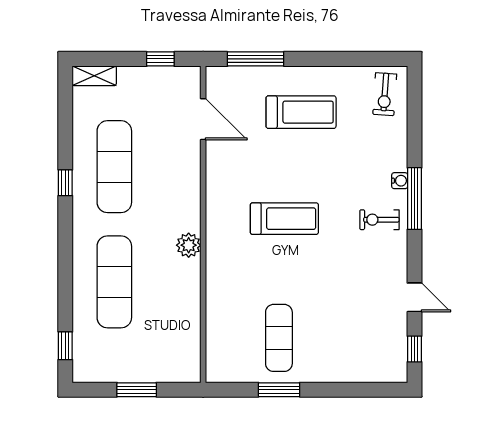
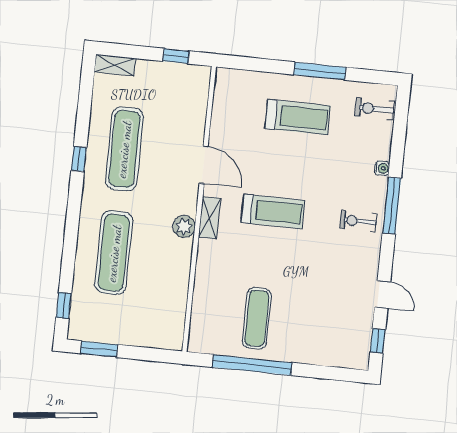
window: (256, 59) -> (320, 71), moved
exercise bike: (385, 94) -> (375, 109), turned 86
door: (203, 119) -> (204, 165), moved
water cooler: (400, 181) -> (382, 168), moved
shelving: (216, 233) -> (210, 218), added
window: (137, 390) -> (99, 349), moved
window: (279, 390) -> (252, 365), width x2.11

